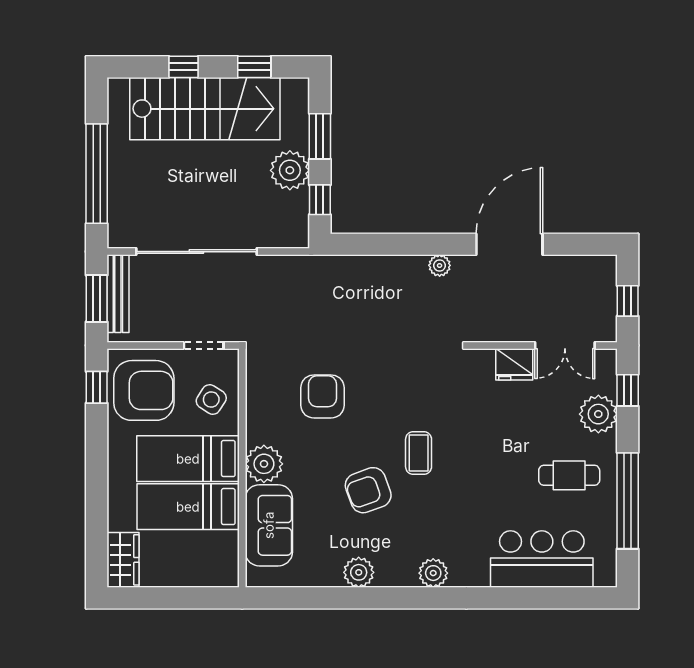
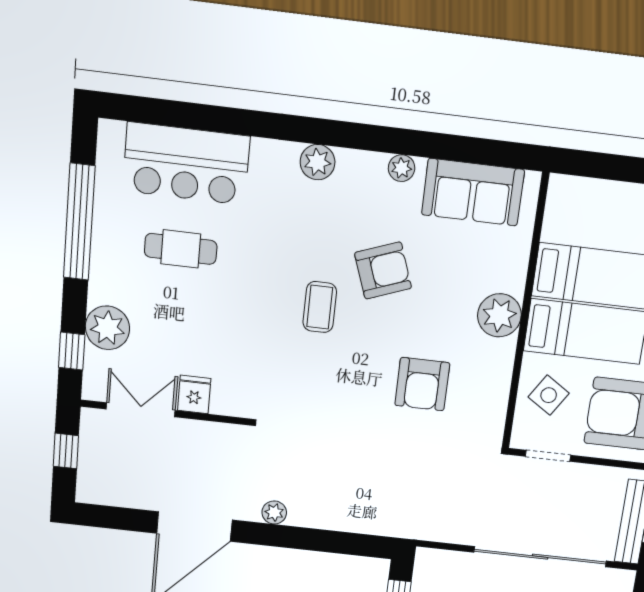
fridge: (514, 364) -> (194, 394), width x0.72
cafe table: (569, 475) -> (181, 249), moved
sofa: (269, 525) -> (473, 192), moved, turned -90
plant: (359, 572) -> (402, 168), width x0.73, depth x0.73

